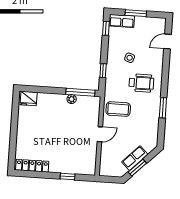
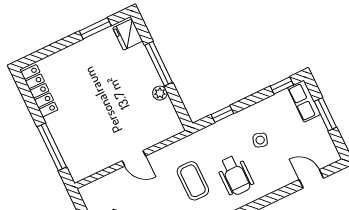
window: (80, 92) -> (159, 64), moved
coffee table: (118, 109) -> (193, 181), moved
window: (15, 115) -> (95, 28), added
window: (68, 176) -> (52, 147), width x2.17

